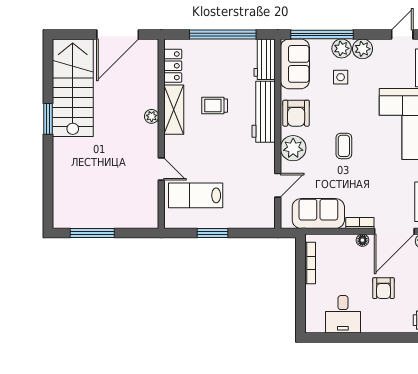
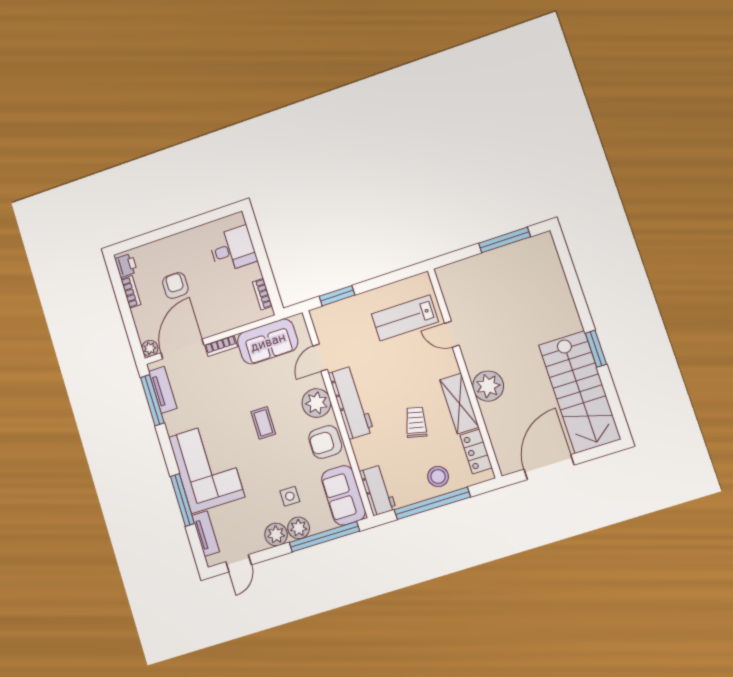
stool: (211, 55) -> (438, 477), added
trolley: (215, 106) -> (416, 422), turned -77
workbench: (264, 112) -> (351, 402), moved
armchair: (296, 113) -> (325, 442), turned -90
plant: (152, 116) -> (488, 386), width x1.87, depth x1.87
lab bench: (196, 195) -> (405, 318), turned 180
window: (213, 233) -> (337, 296), moved
floor lamp: (362, 240) -> (213, 329), removed
bookcase: (310, 263) -> (262, 294), width x0.64
desk: (343, 314) -> (233, 249), moved, turned 90

